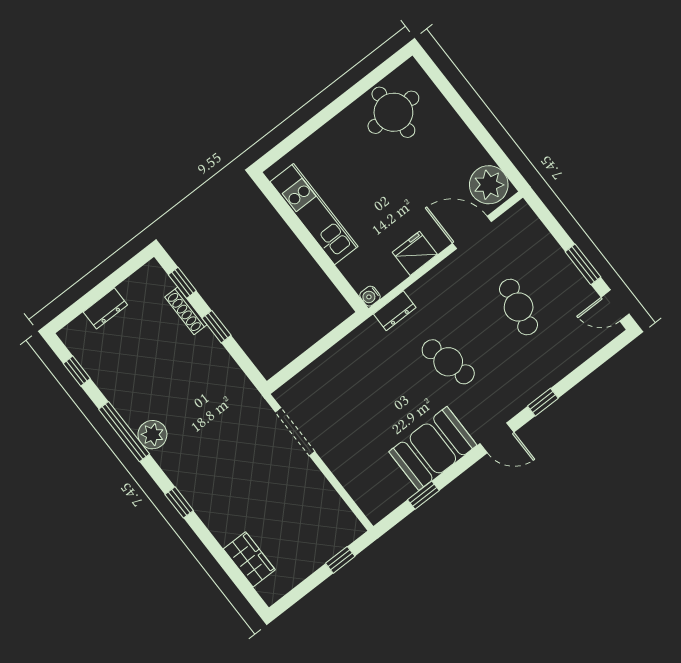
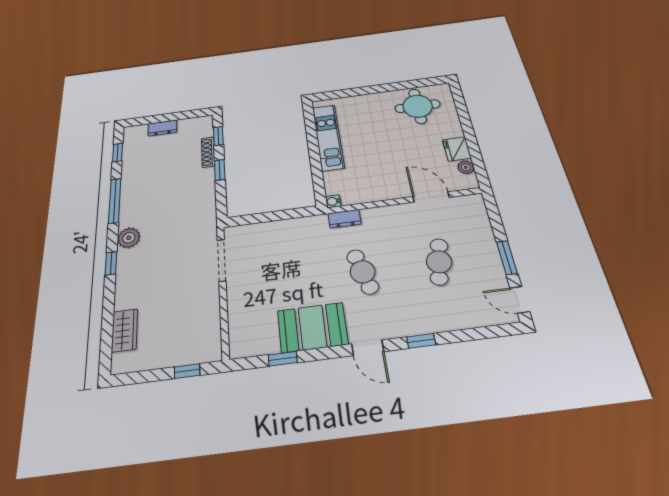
plant: (489, 185) -> (466, 167), width x0.53, depth x0.53
fridge: (415, 253) -> (457, 149), moved, turned -90
plant: (152, 435) -> (129, 238), moved

